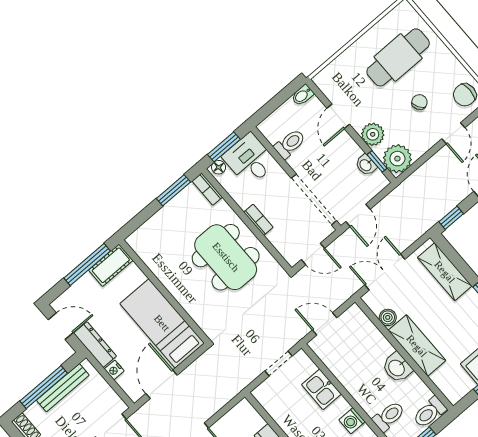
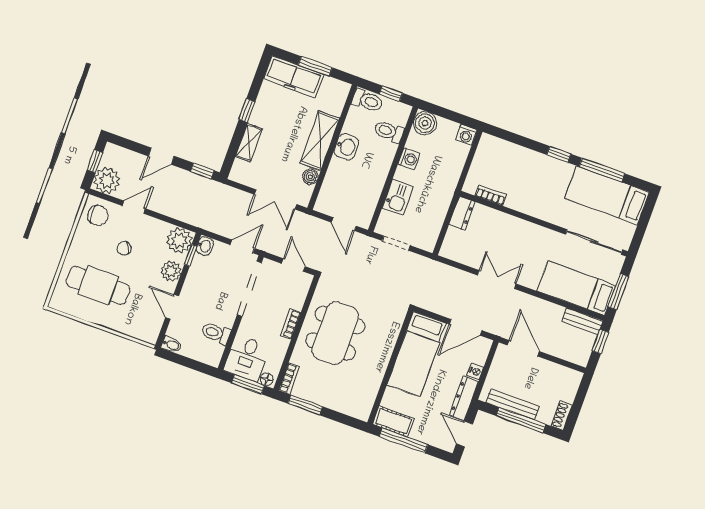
door: (338, 116) -> (172, 307), swing flipped
washbasin: (366, 165) -> (205, 246), moved
shelving: (445, 272) -> (249, 143), width x0.67, depth x0.75

